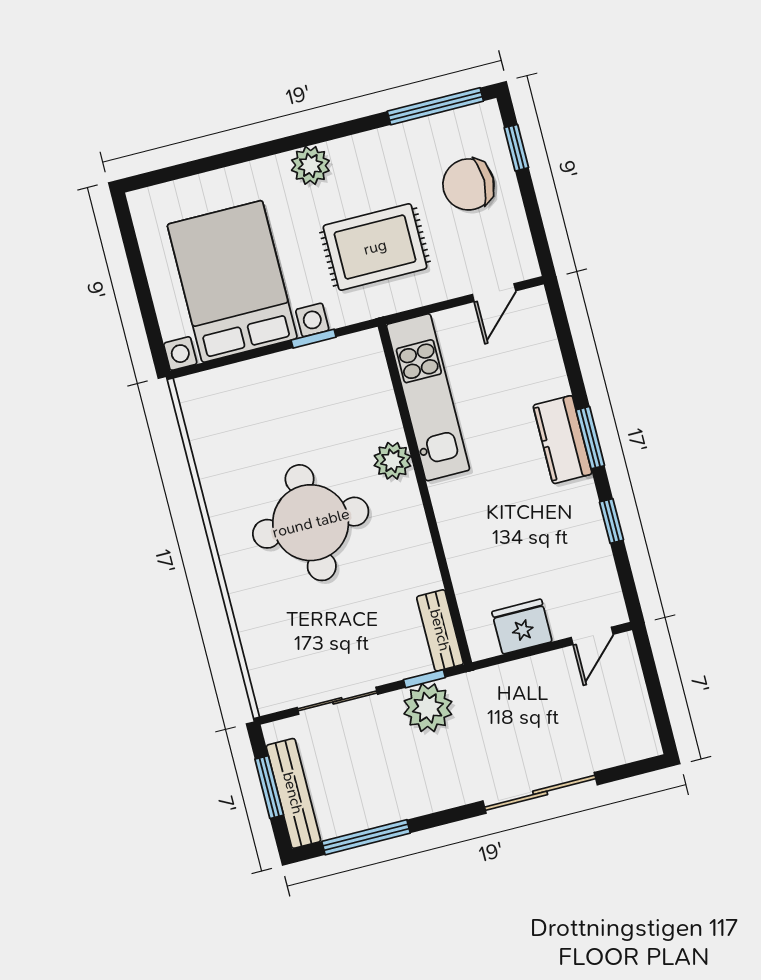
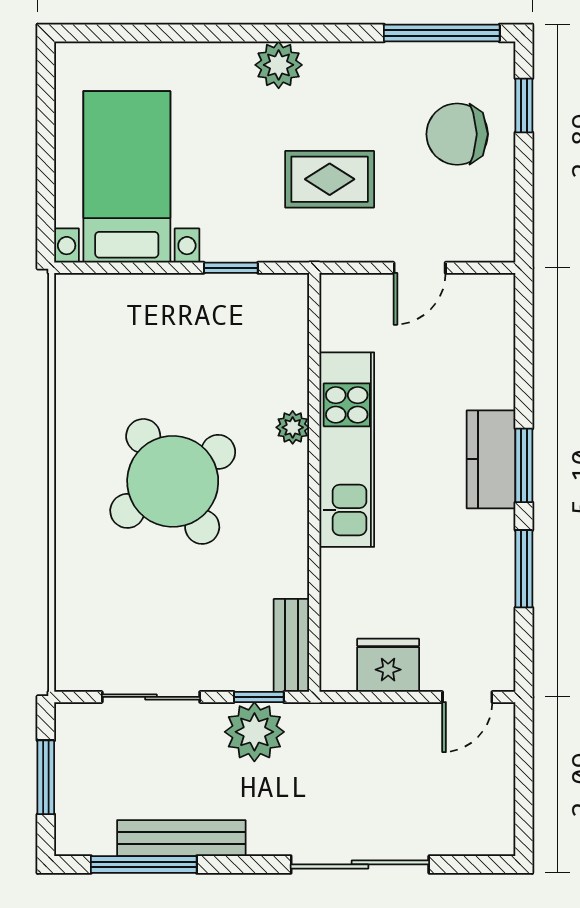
rug: (375, 247) -> (330, 179), width x0.73, depth x0.70
bed with nightstands: (232, 281) -> (127, 177), width x0.73
door: (494, 293) -> (420, 268), moved
kitchen unit: (428, 397) -> (347, 450), moved
plant: (392, 461) -> (293, 427), width x0.73, depth x0.73
window: (611, 521) -> (524, 569), width x1.50
round table: (311, 523) -> (173, 481), turned -33
bench: (293, 793) -> (181, 838), moved, turned 90

